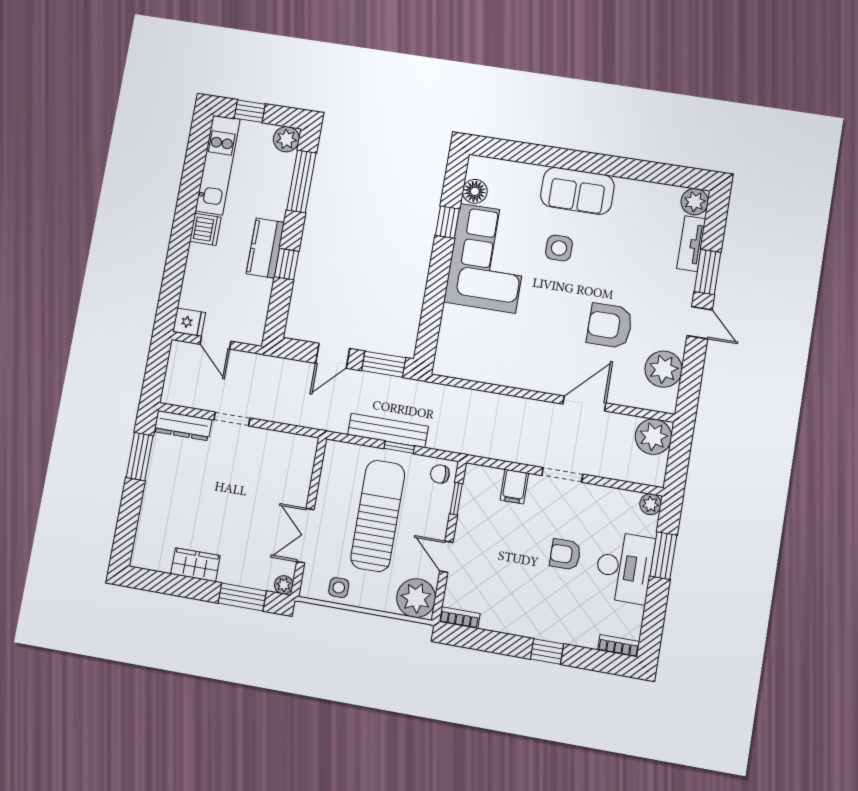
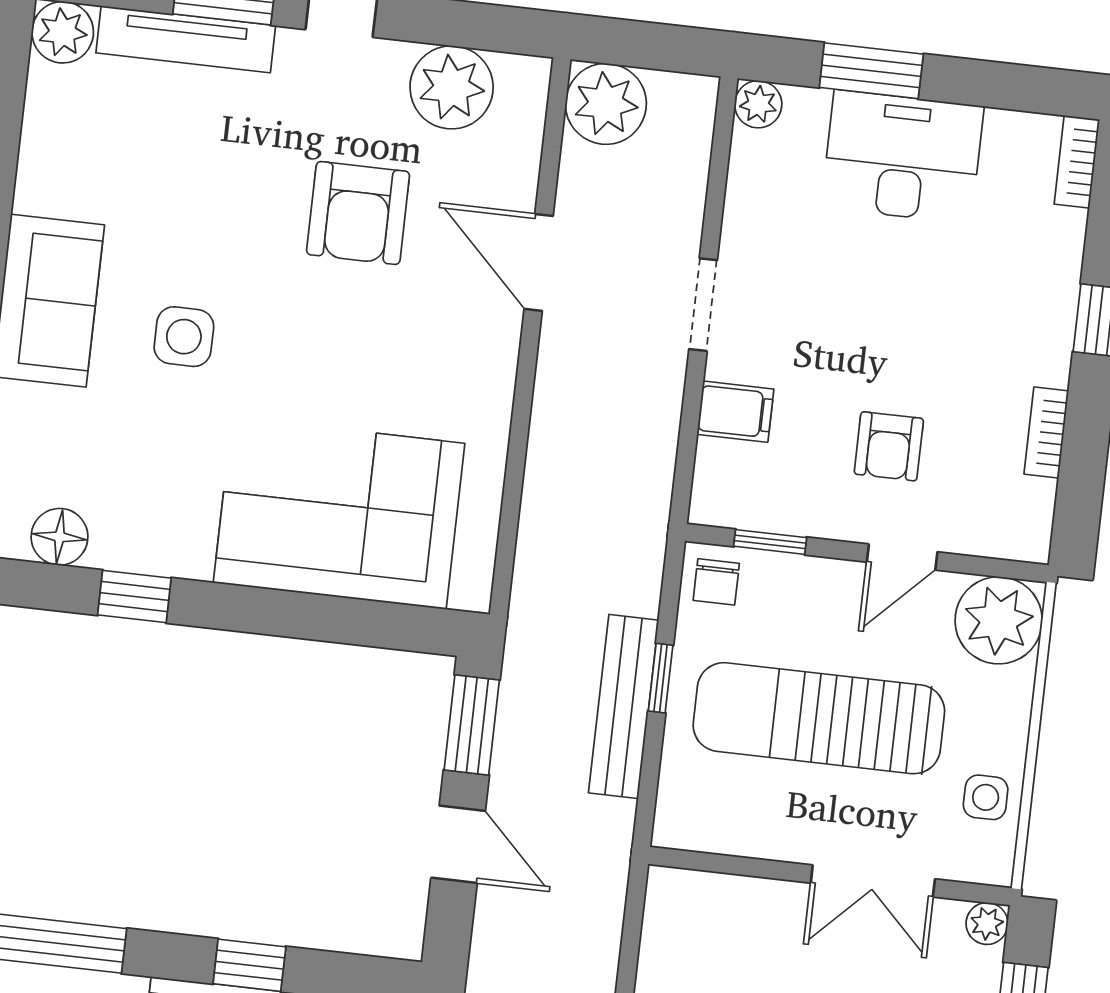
tv unit: (691, 244) -> (186, 39), width x1.41
corner sofa: (488, 258) -> (339, 513), moved
armchair: (565, 554) -> (889, 446), moved
bookcase: (460, 618) -> (1046, 433), moved

